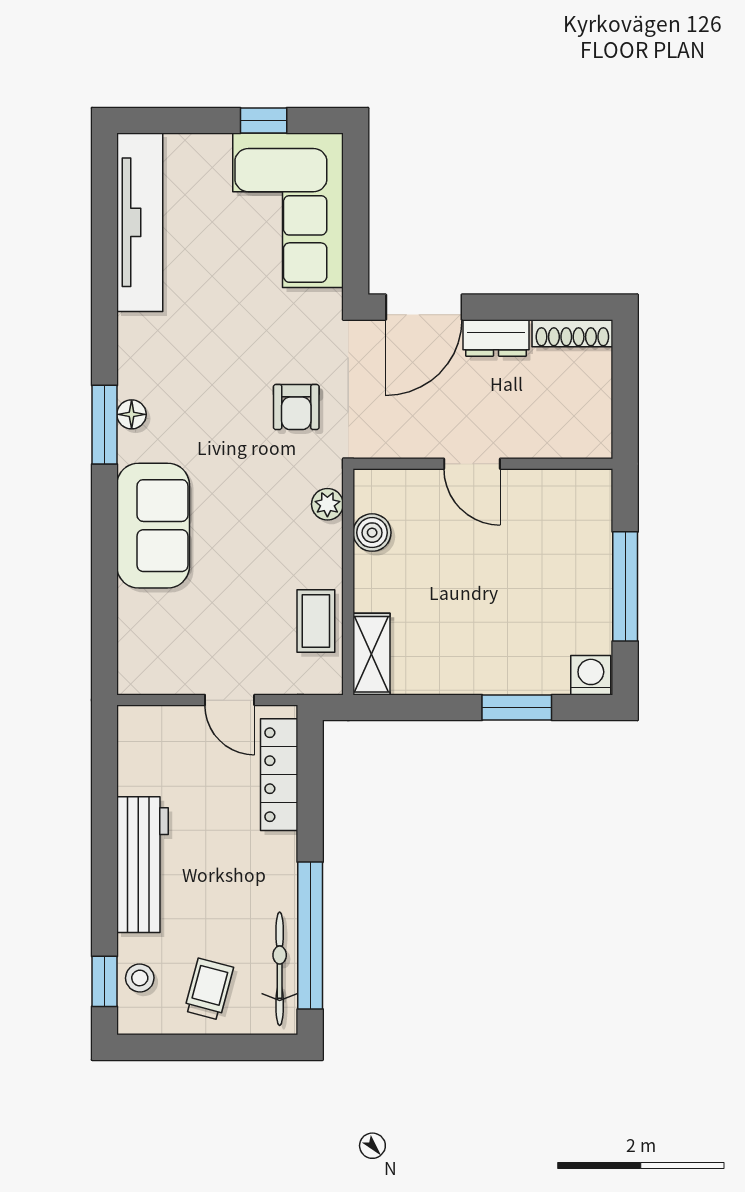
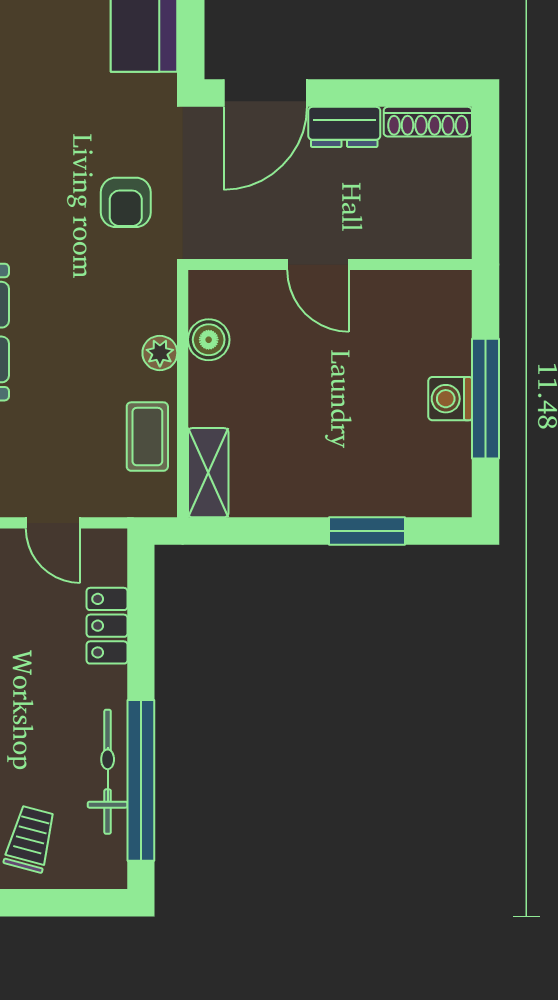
plant: (327, 504) -> (160, 353), moved
washing machine: (591, 675) -> (450, 399), moved, turned -90
locker: (279, 775) -> (107, 626), width x0.66
bicycle: (280, 969) -> (108, 772), moved

